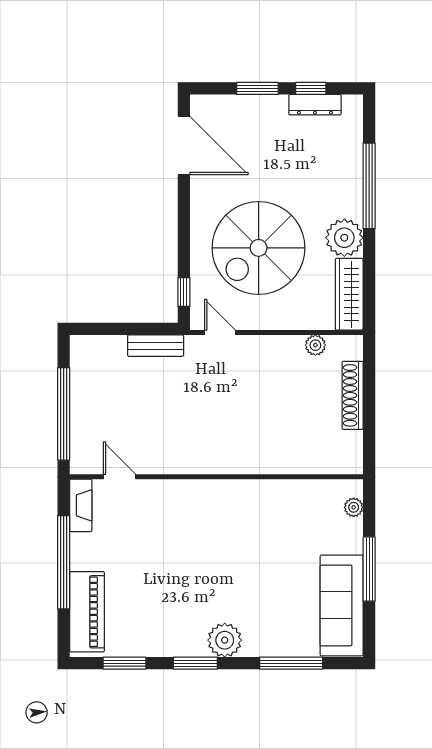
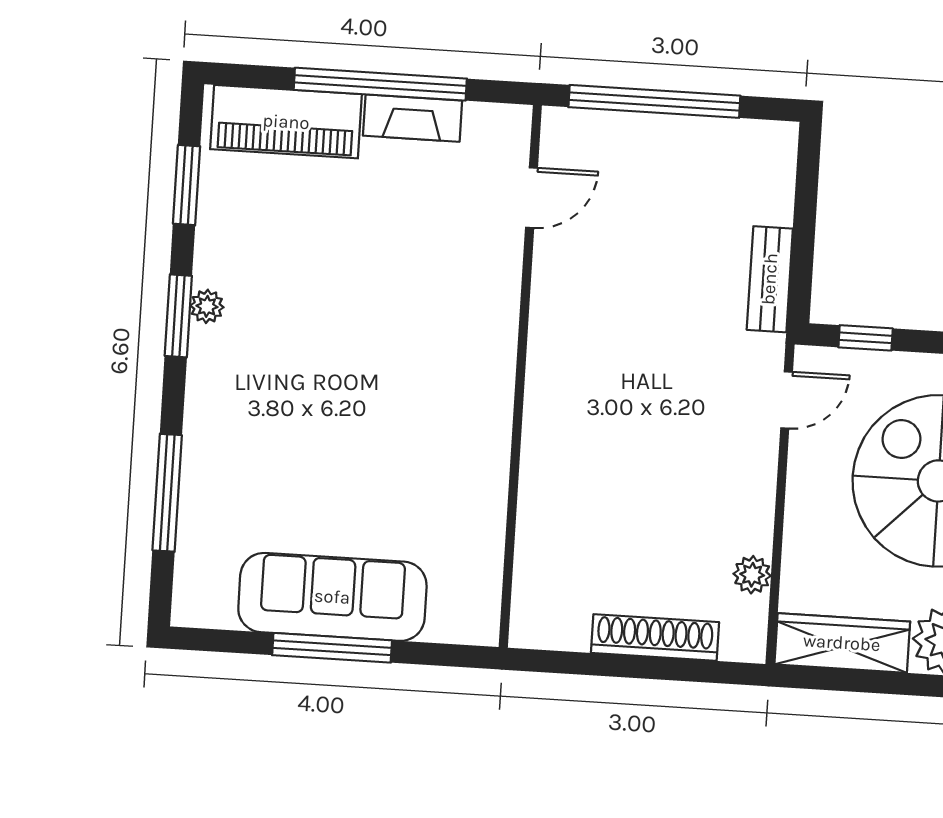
fireplace: (81, 505) -> (413, 118), moved
plant: (354, 507) -> (448, 626), removed
sofa: (342, 605) -> (332, 597), moved
plant: (225, 640) -> (207, 306), moved, width x0.53, depth x0.53

